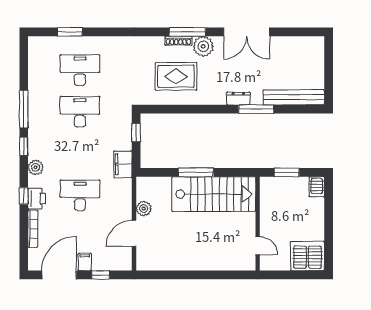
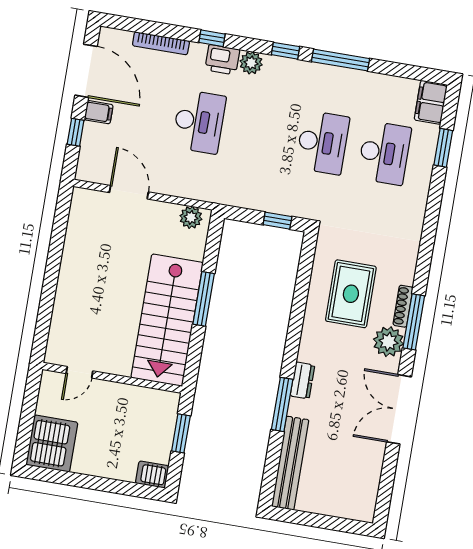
filing cabinet: (123, 164) -> (431, 102), moved, turned -90
printer: (37, 199) -> (222, 60), moved
plant: (144, 209) -> (191, 217), moved

